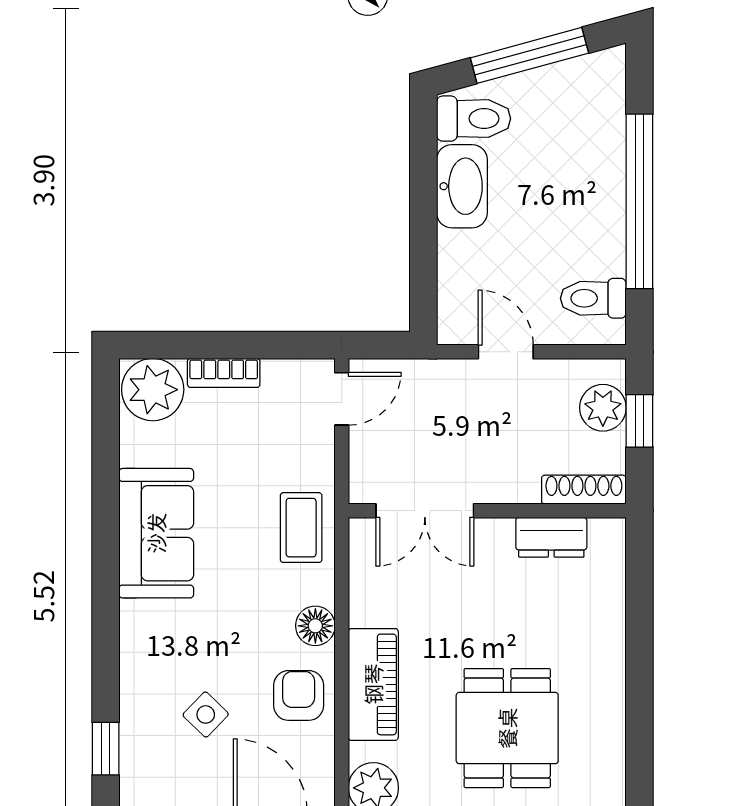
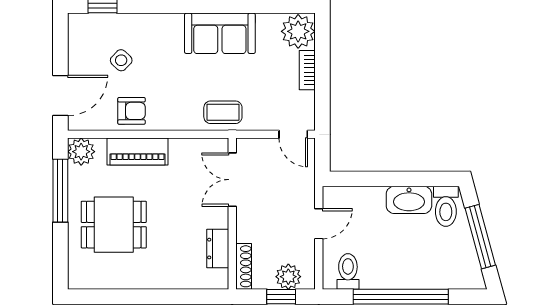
floor lamp: (315, 626) -> (169, 120), removed

